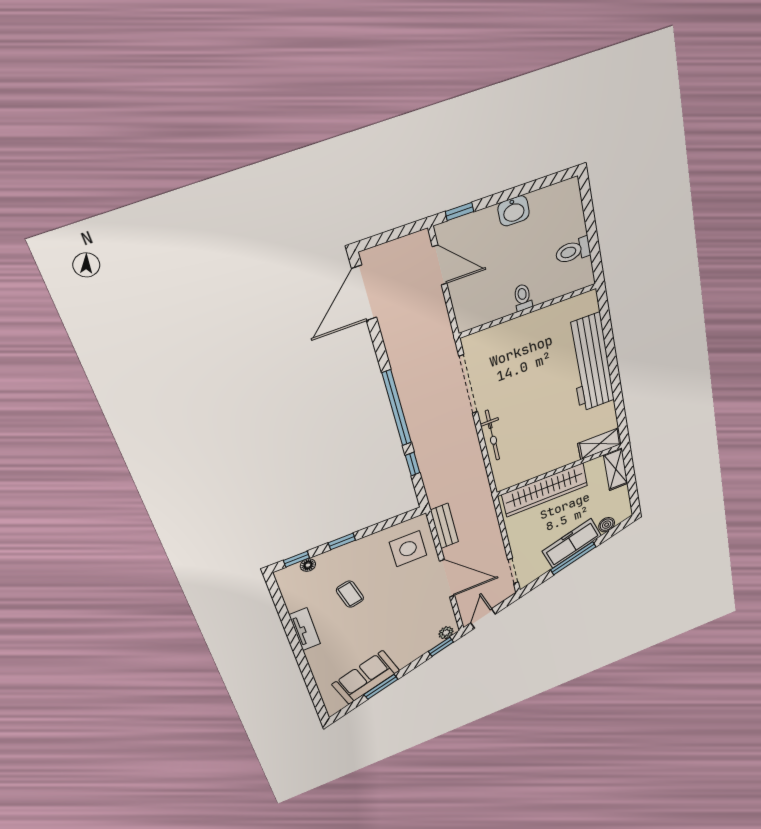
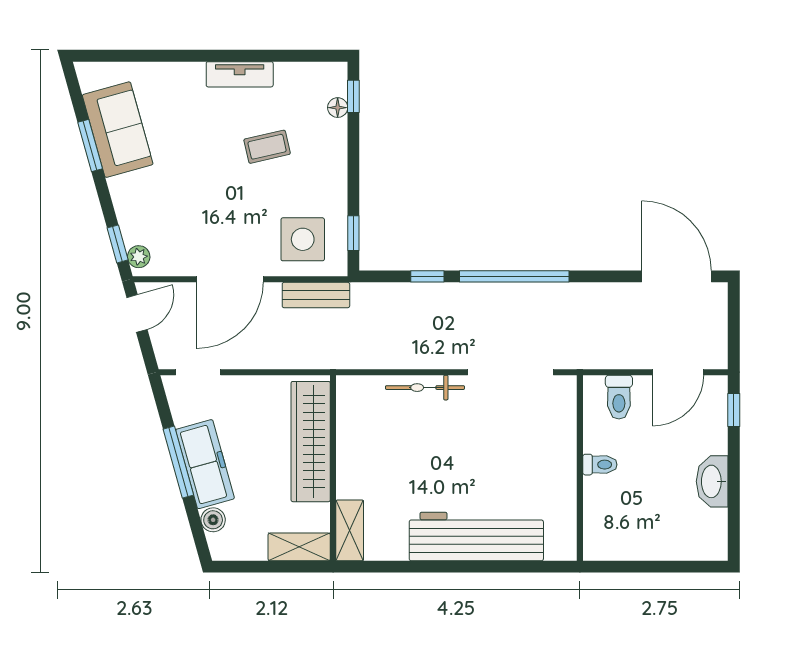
washbasin: (514, 211) -> (712, 481), width x1.38
toilet: (573, 251) -> (619, 397), moved, turned 180
window: (342, 541) -> (353, 233), moved
door: (483, 619) -> (137, 313), hinge flipped

